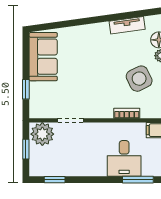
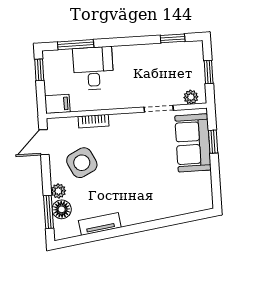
sofa: (43, 57) -> (193, 143), moved
plant: (42, 134) -> (191, 97), width x0.53, depth x0.53

